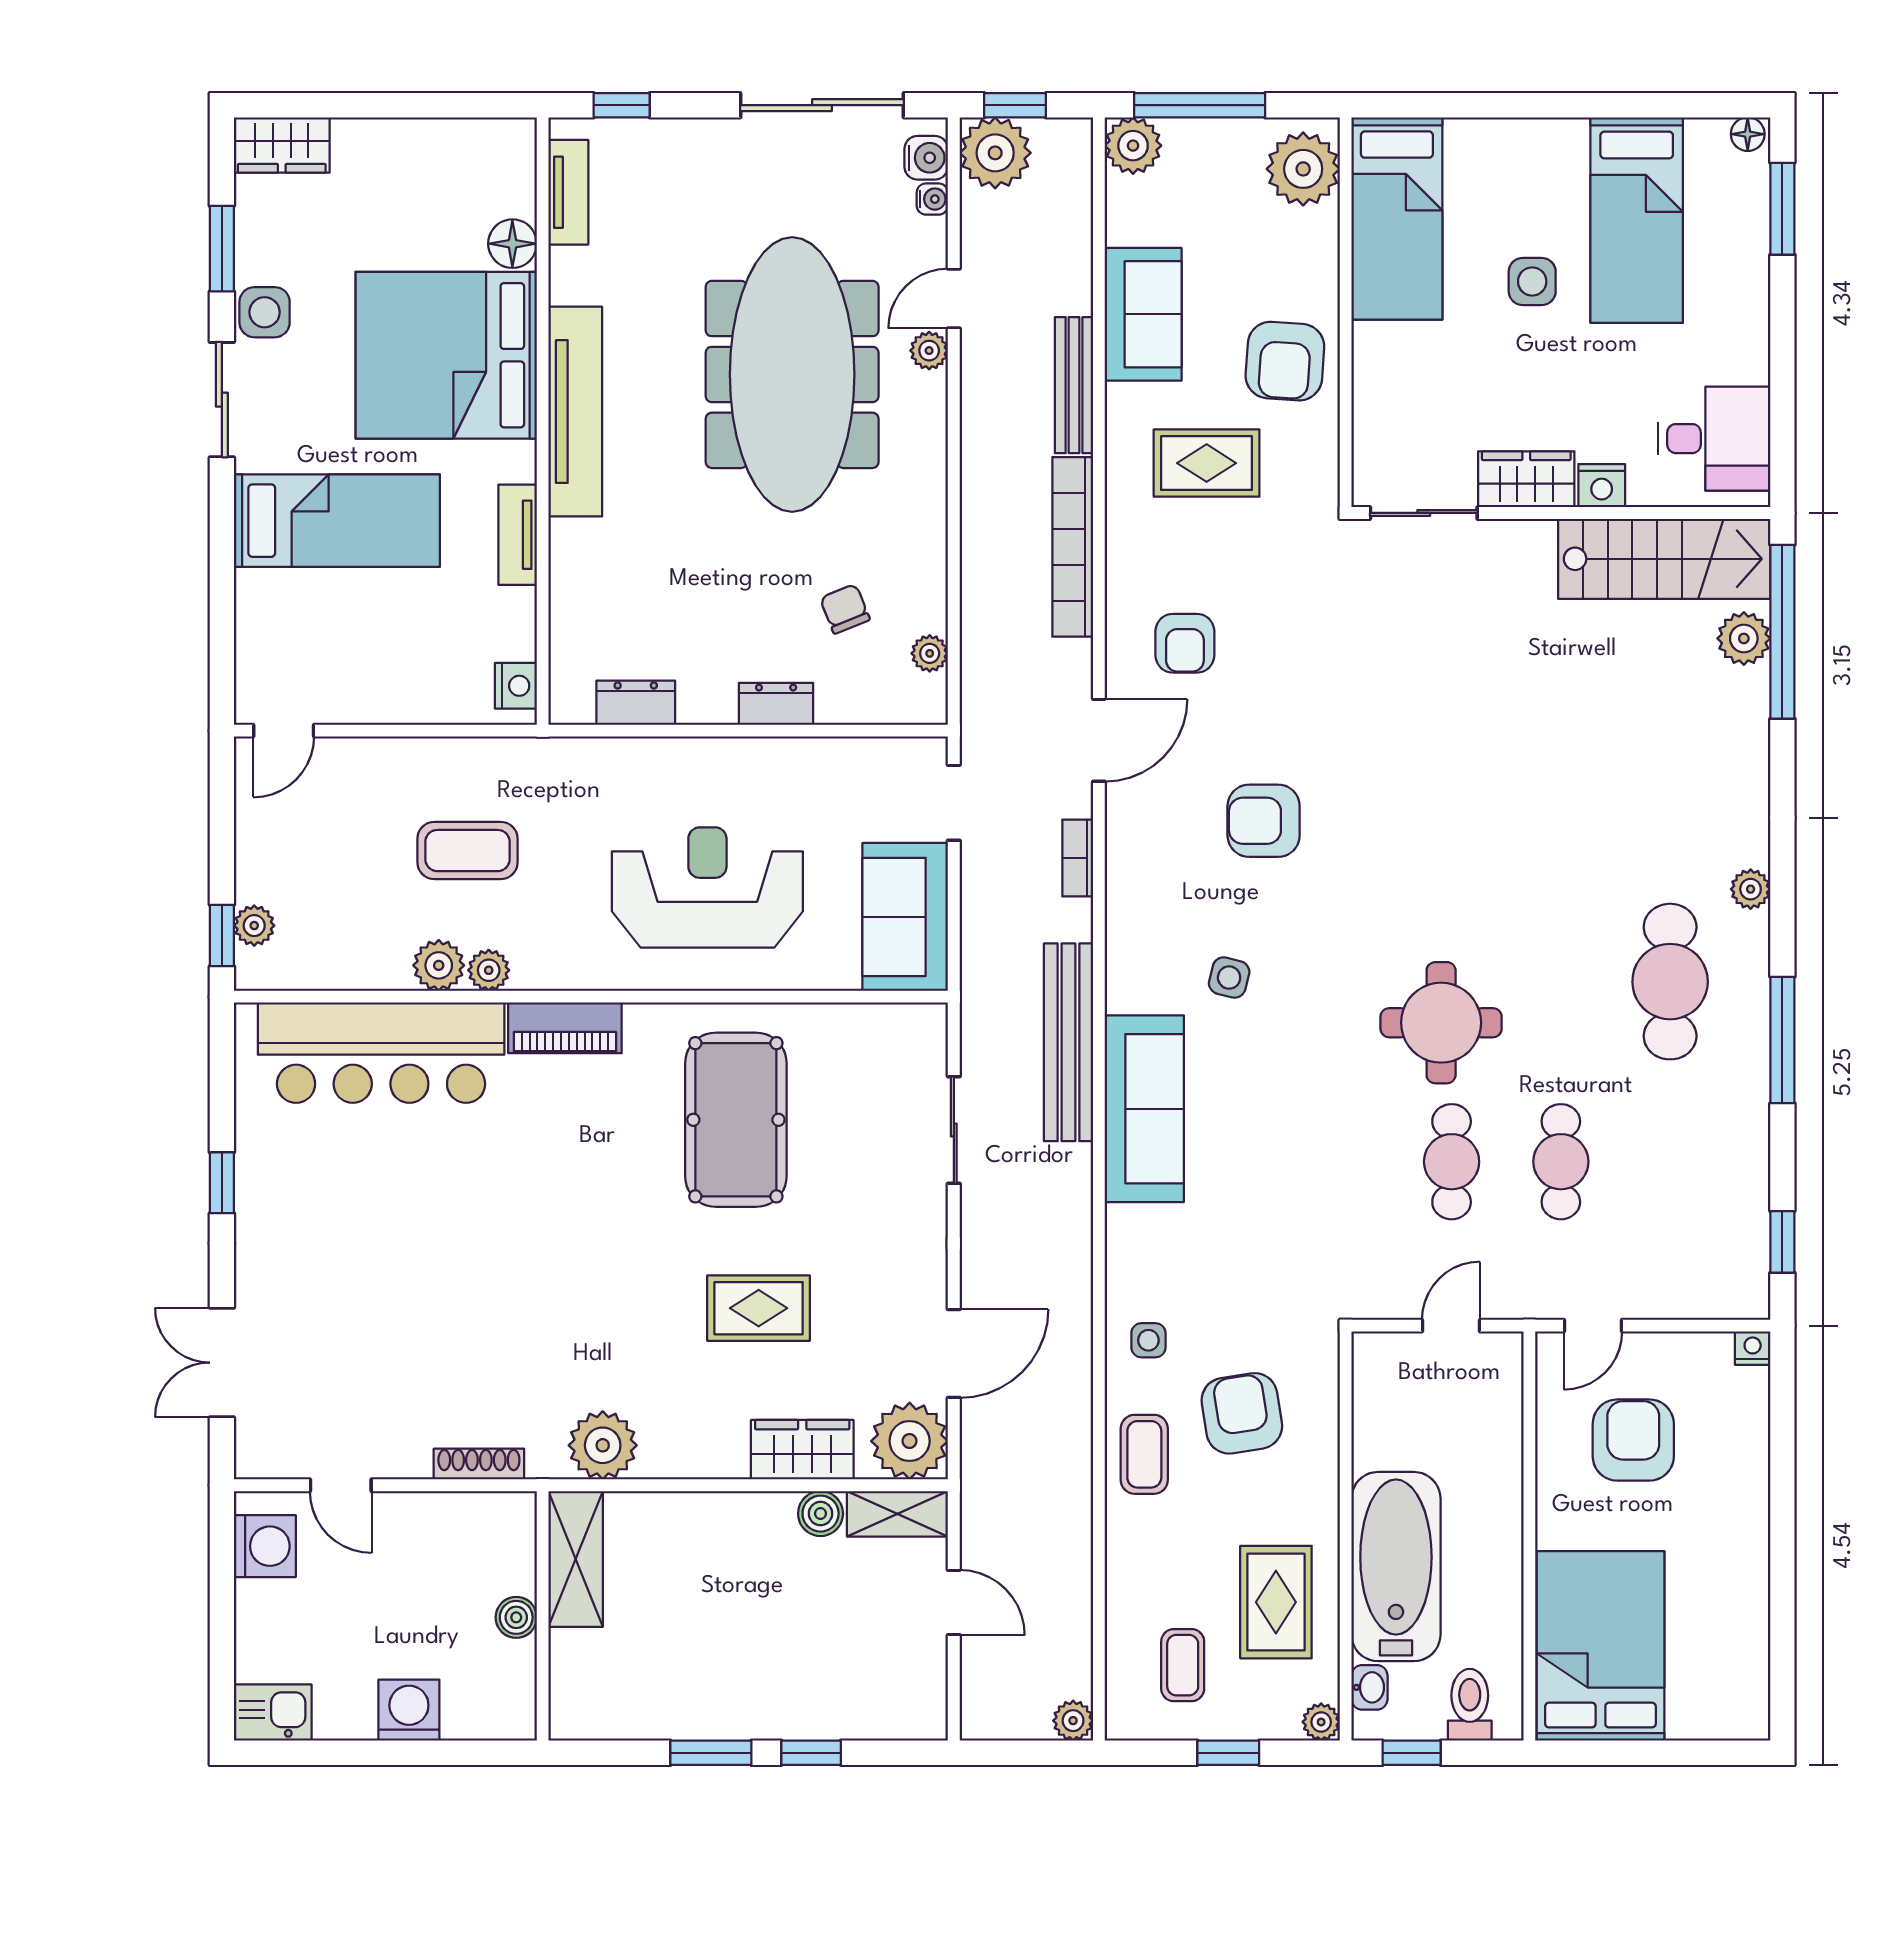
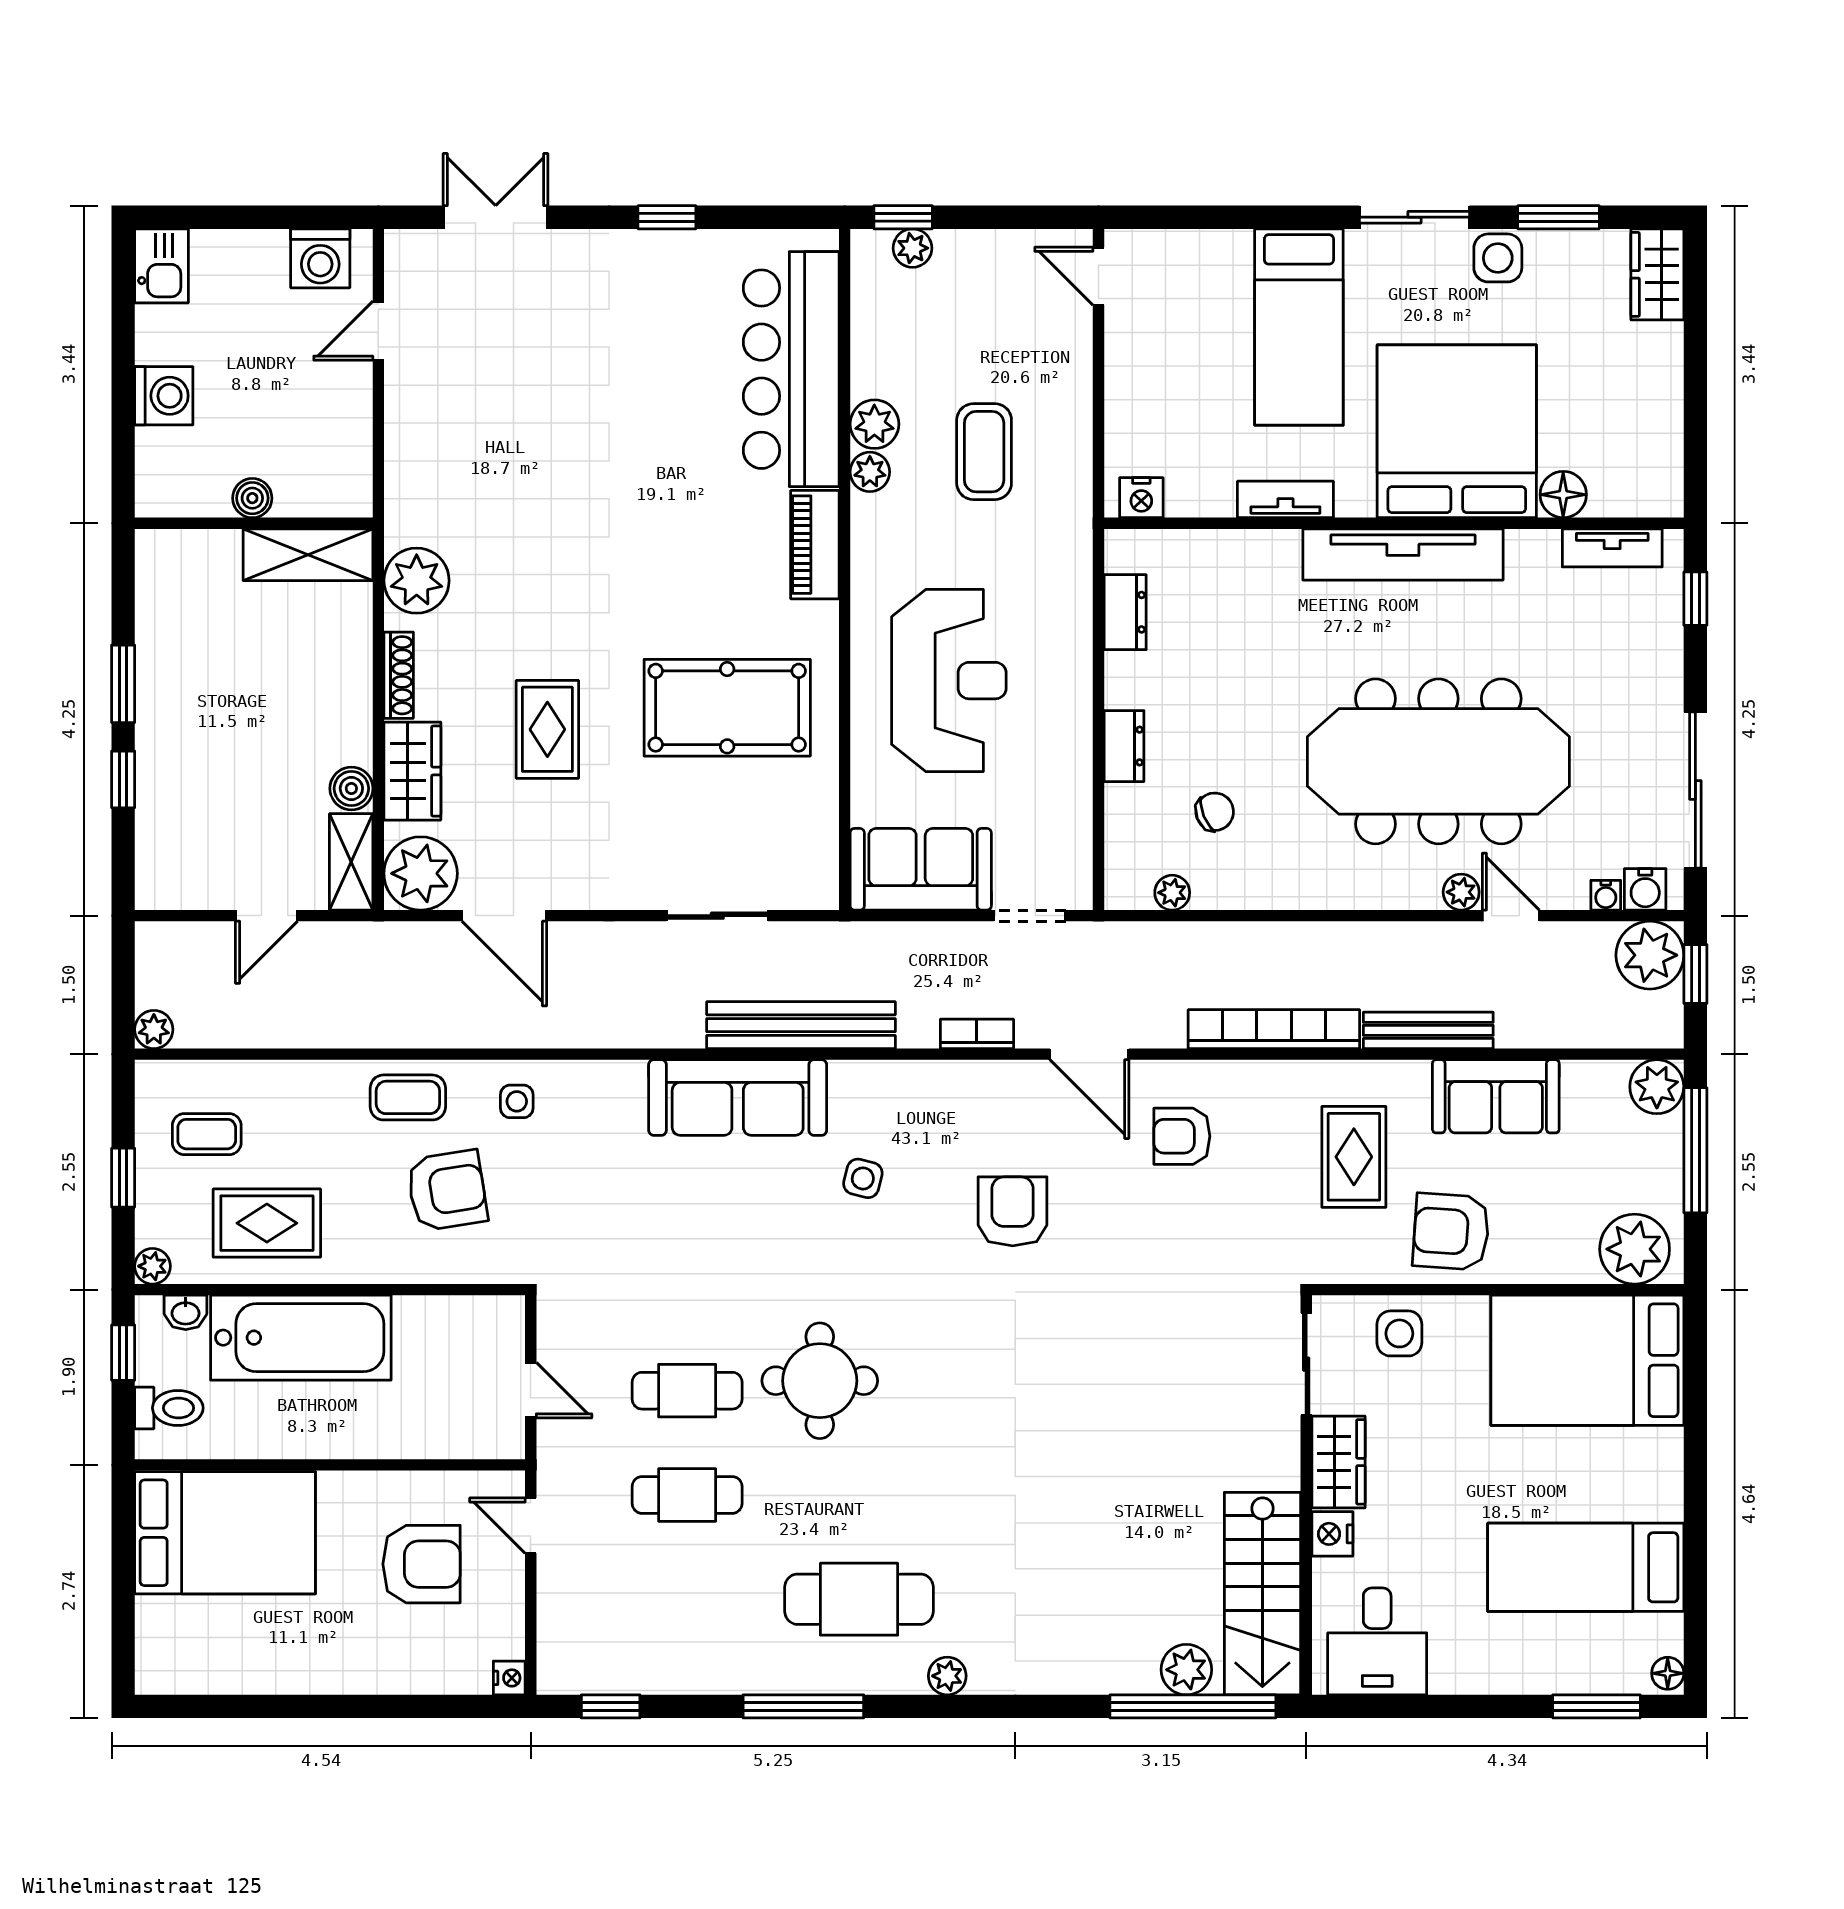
bed: (1397, 218) -> (1587, 1360), width x1.50
side table: (1532, 281) -> (1399, 1333), moved
shoe rack: (479, 1464) -> (399, 675), moved

